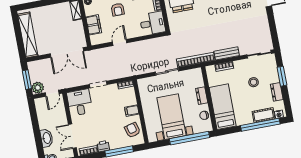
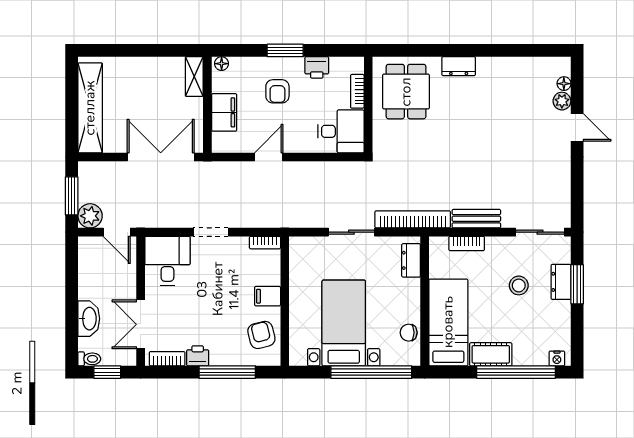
double door: (67, 52) -> (161, 157), swing flipped
dresser: (277, 92) -> (561, 282), moved
door: (52, 93) -> (117, 232), hinge flipped
dresser: (202, 96) -> (411, 260), moved
cot: (264, 115) -> (491, 354), moved

